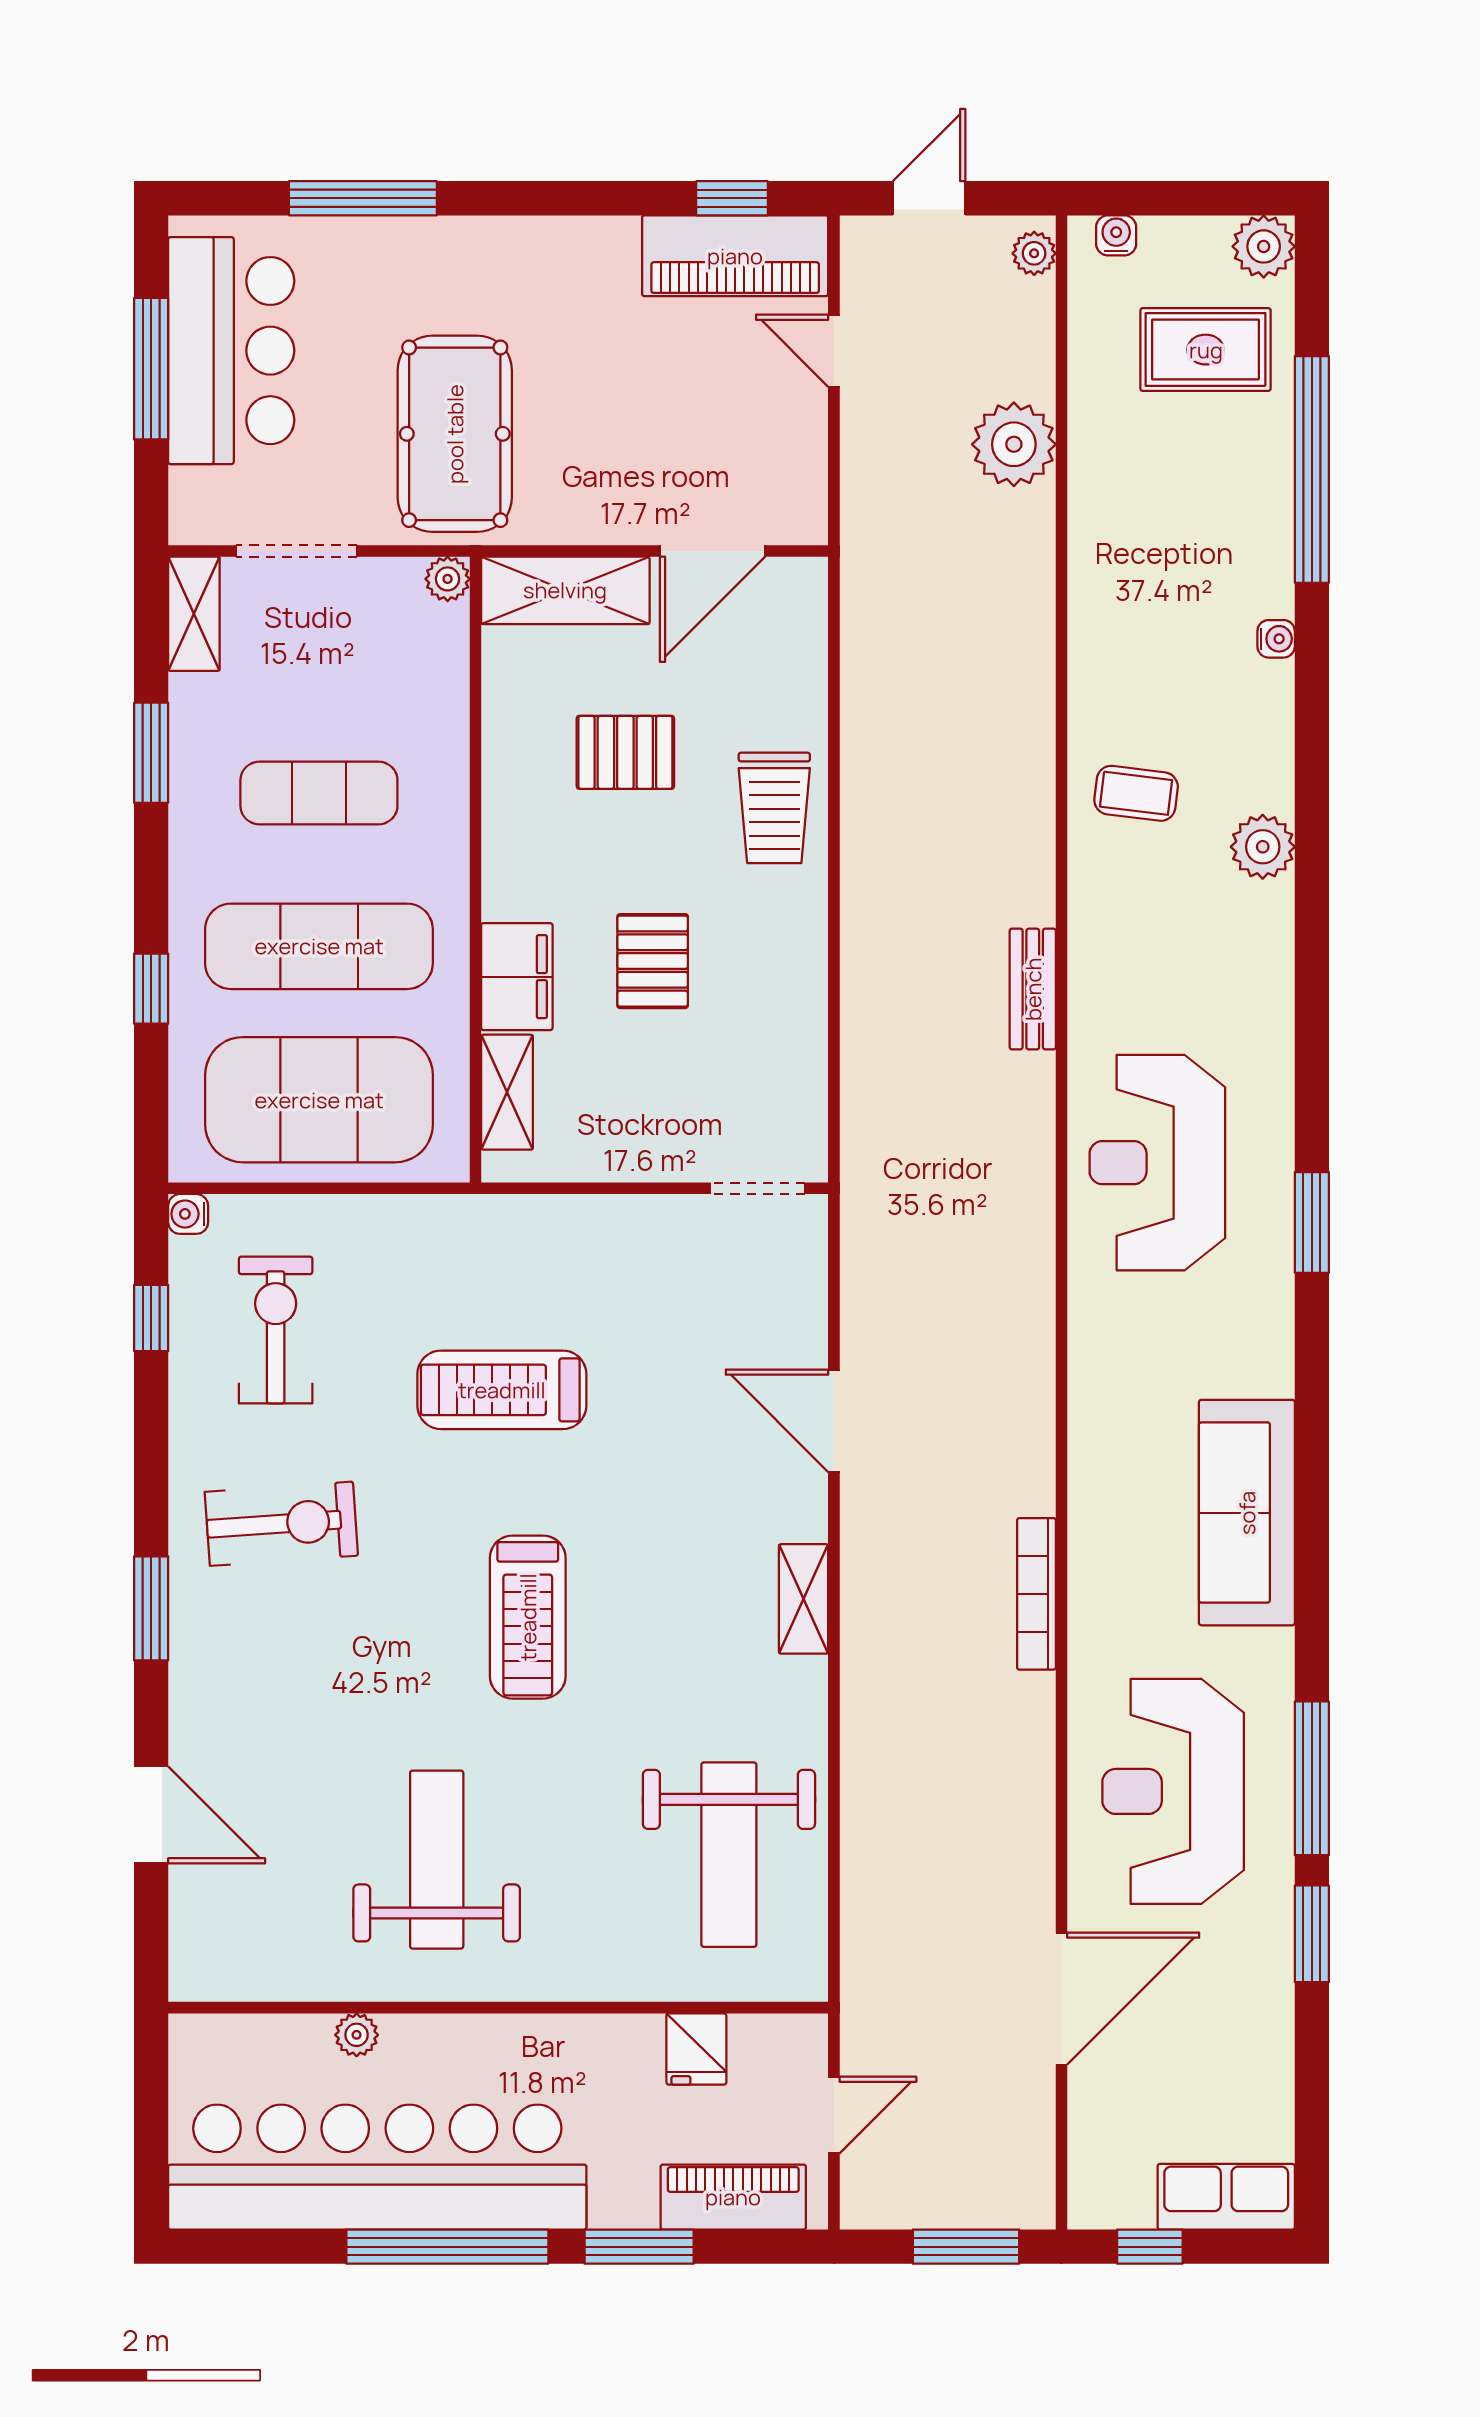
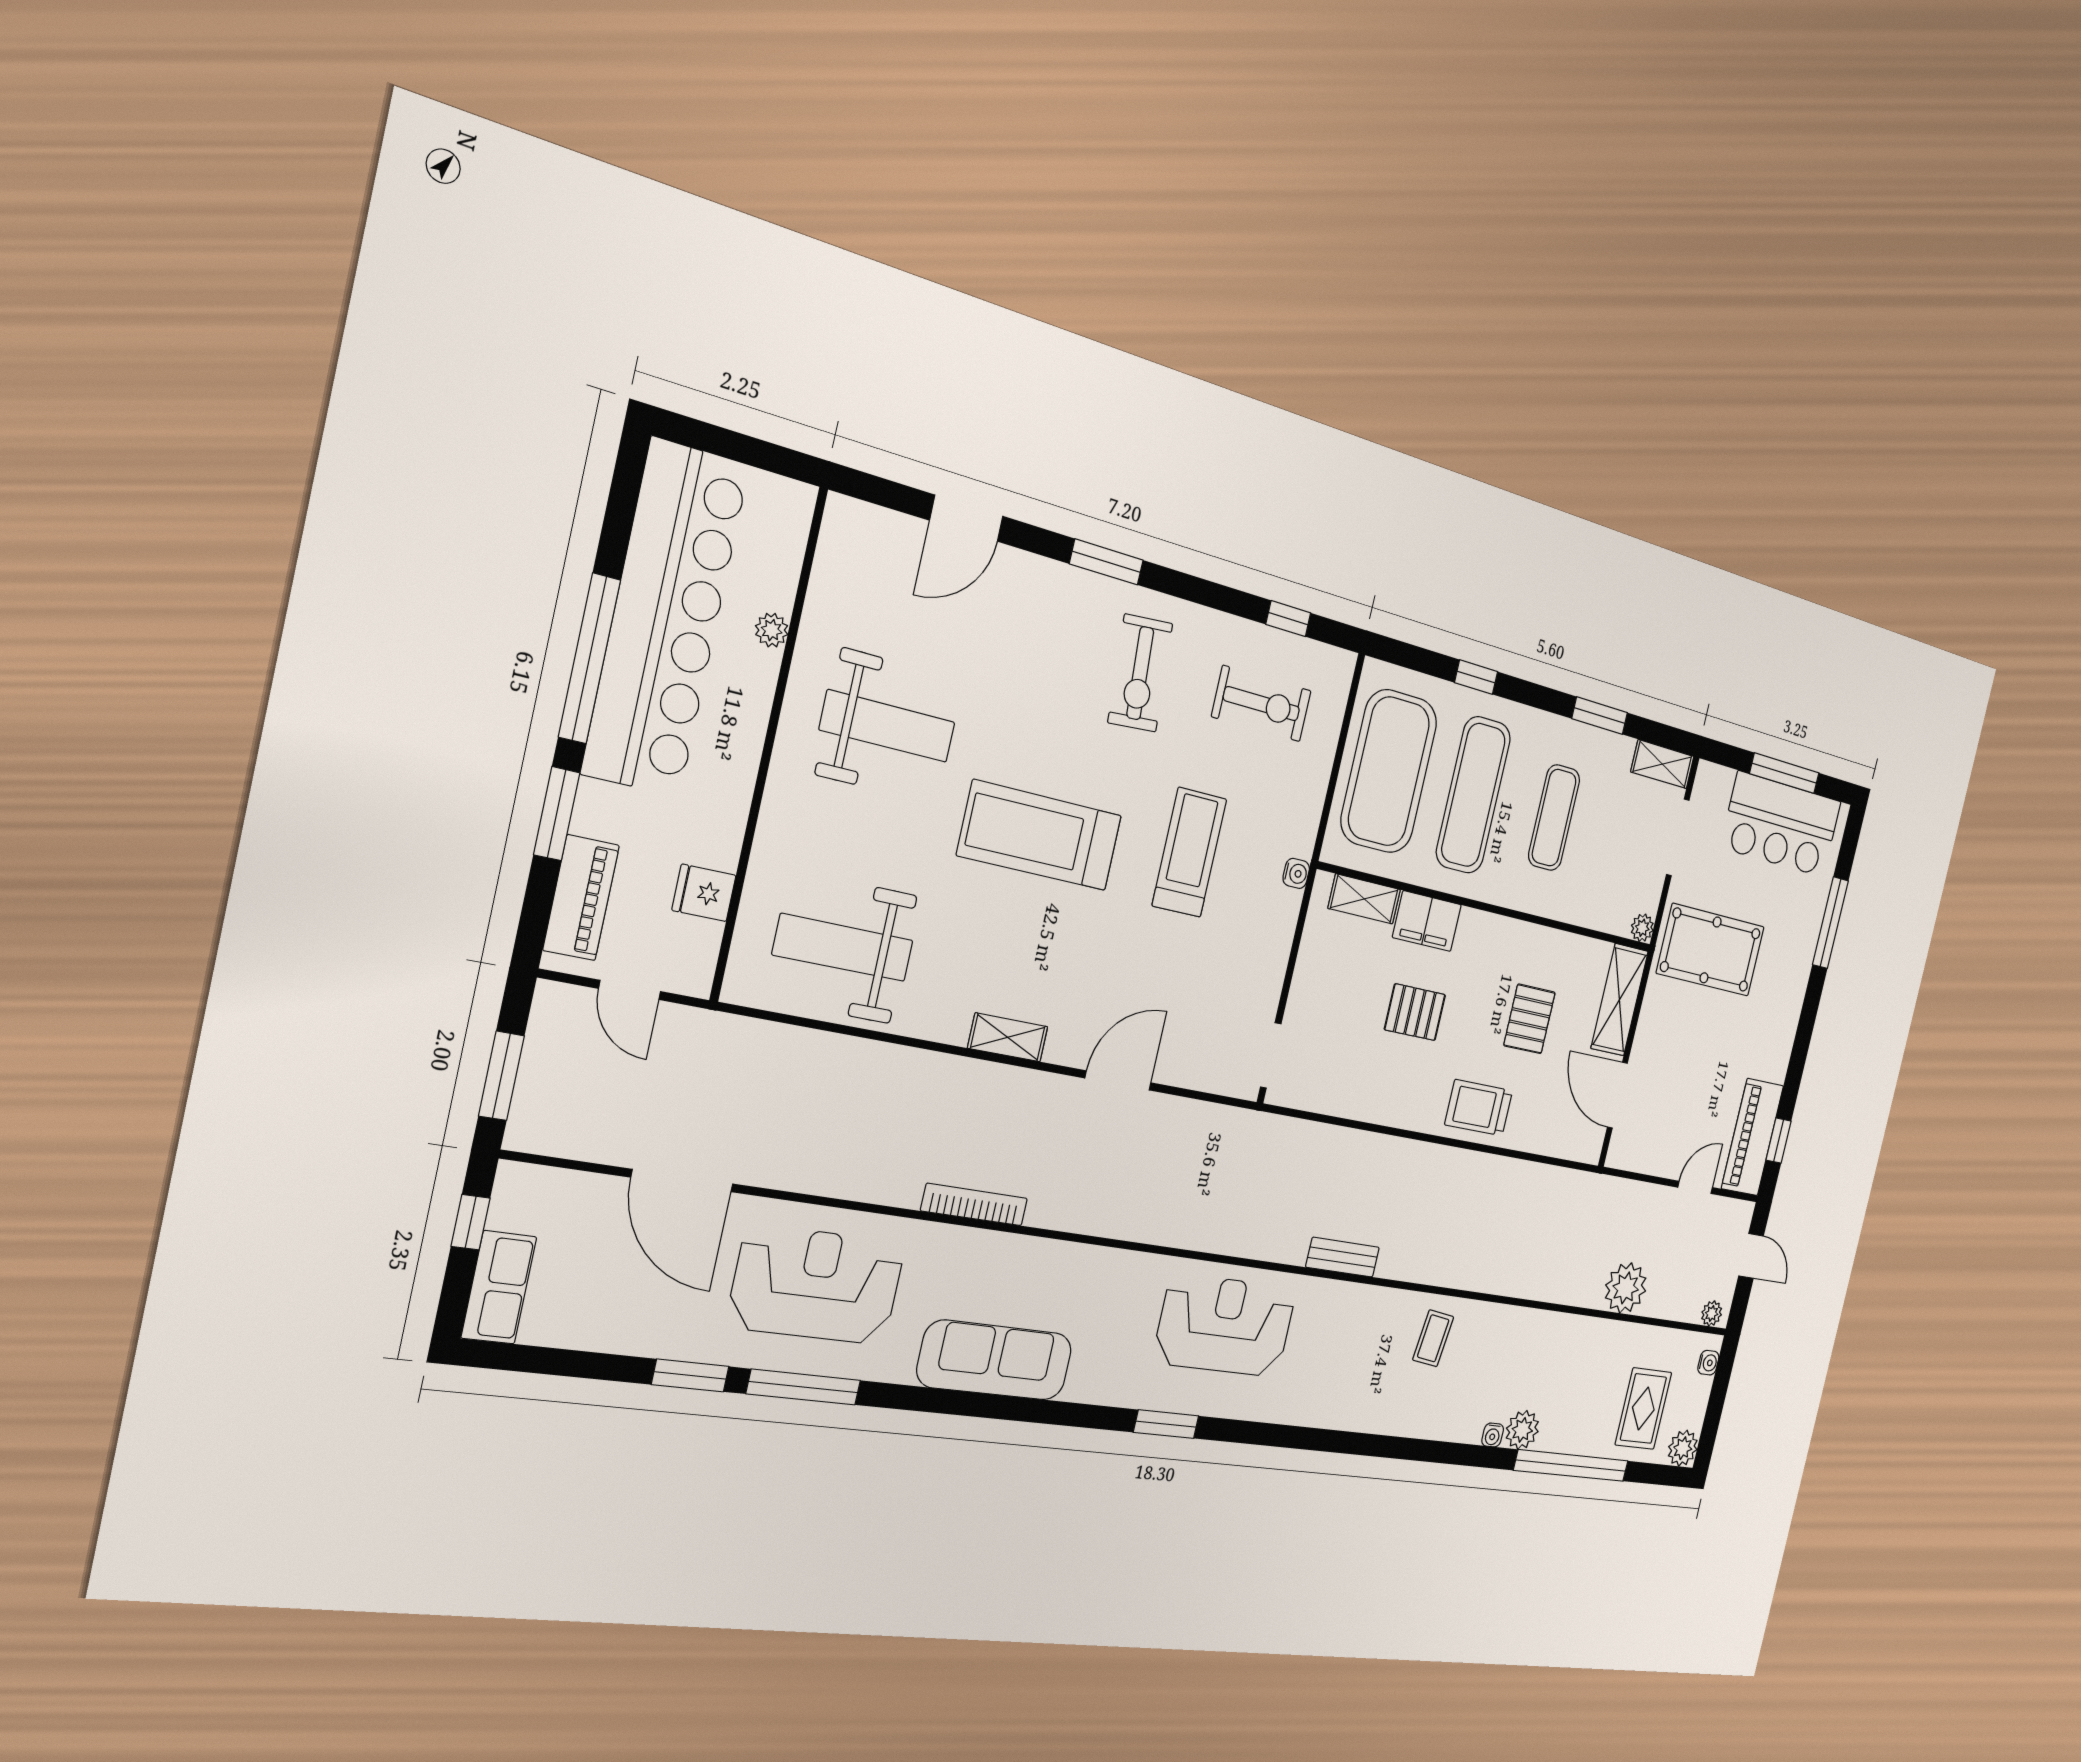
plant: (1263, 847) -> (1522, 1430), moved
water cooler: (188, 1214) -> (1296, 873), moved, turned 90
treadmill: (528, 1617) -> (1040, 835), width x1.37, depth x1.38

